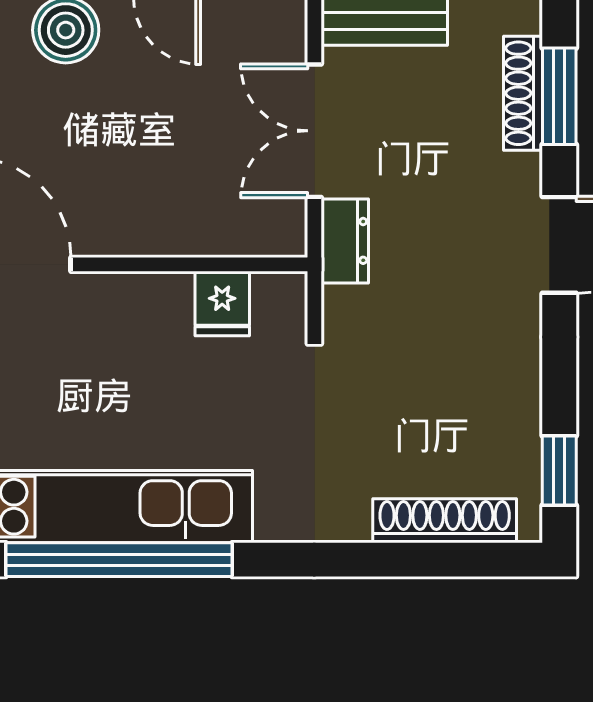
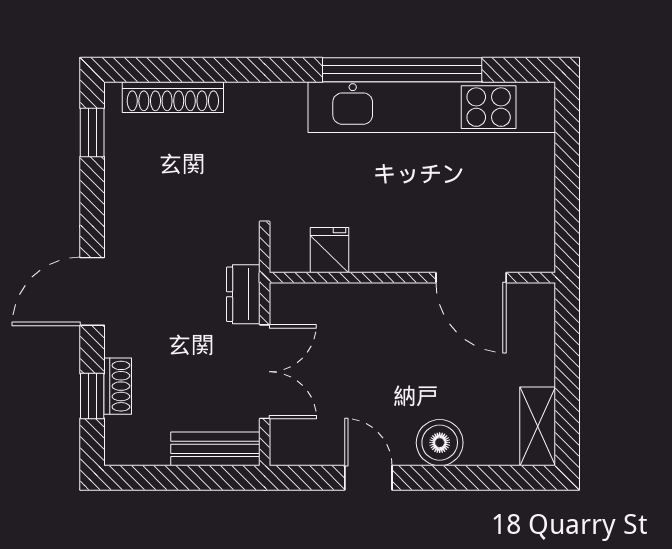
shoe rack: (523, 93) -> (118, 386), width x0.70
window: (559, 96) -> (92, 396), width x0.67

